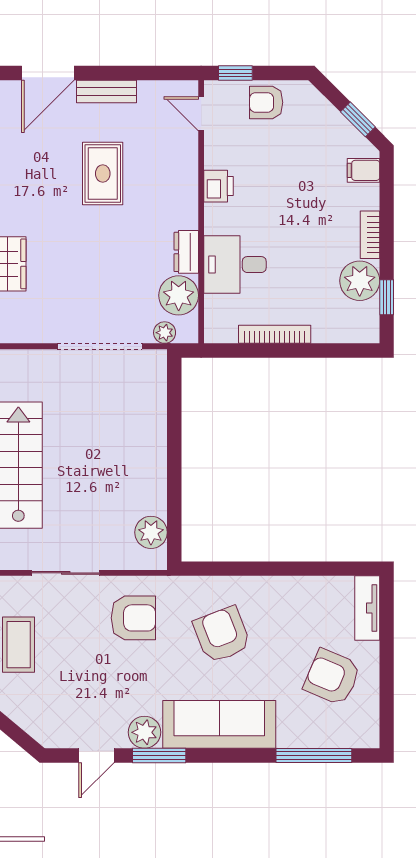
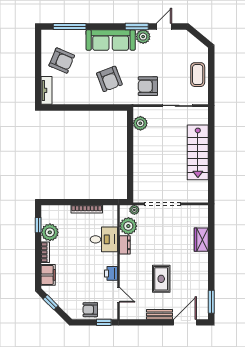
armchair: (266, 102) -> (90, 310), turned 180
door: (201, 114) -> (119, 295), moved
filing cabinet: (363, 170) -> (48, 275), width x2.00

